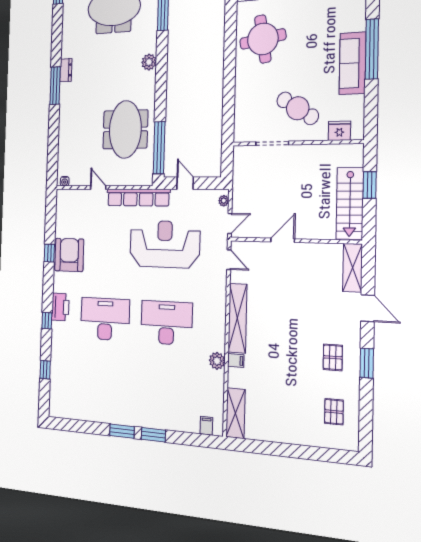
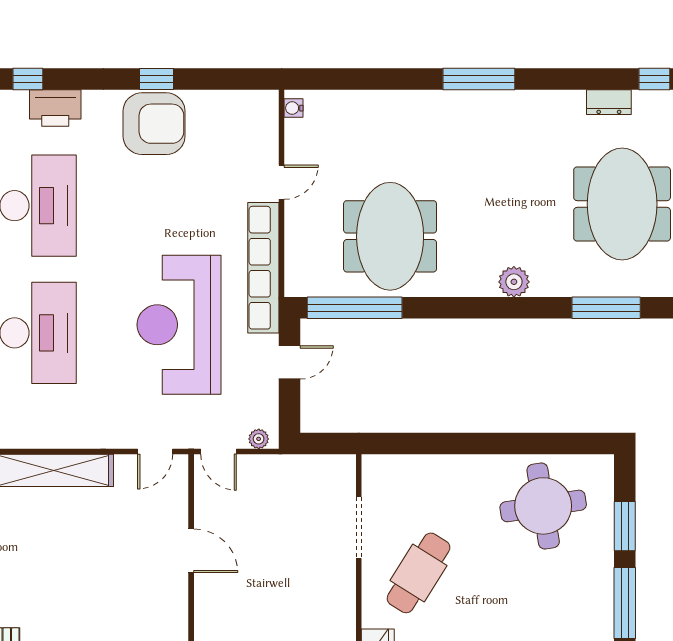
dresser: (66, 70) -> (609, 102), moved
meeting table: (125, 129) -> (390, 236), turned 90
reception desk: (165, 244) -> (179, 325), turned 180

